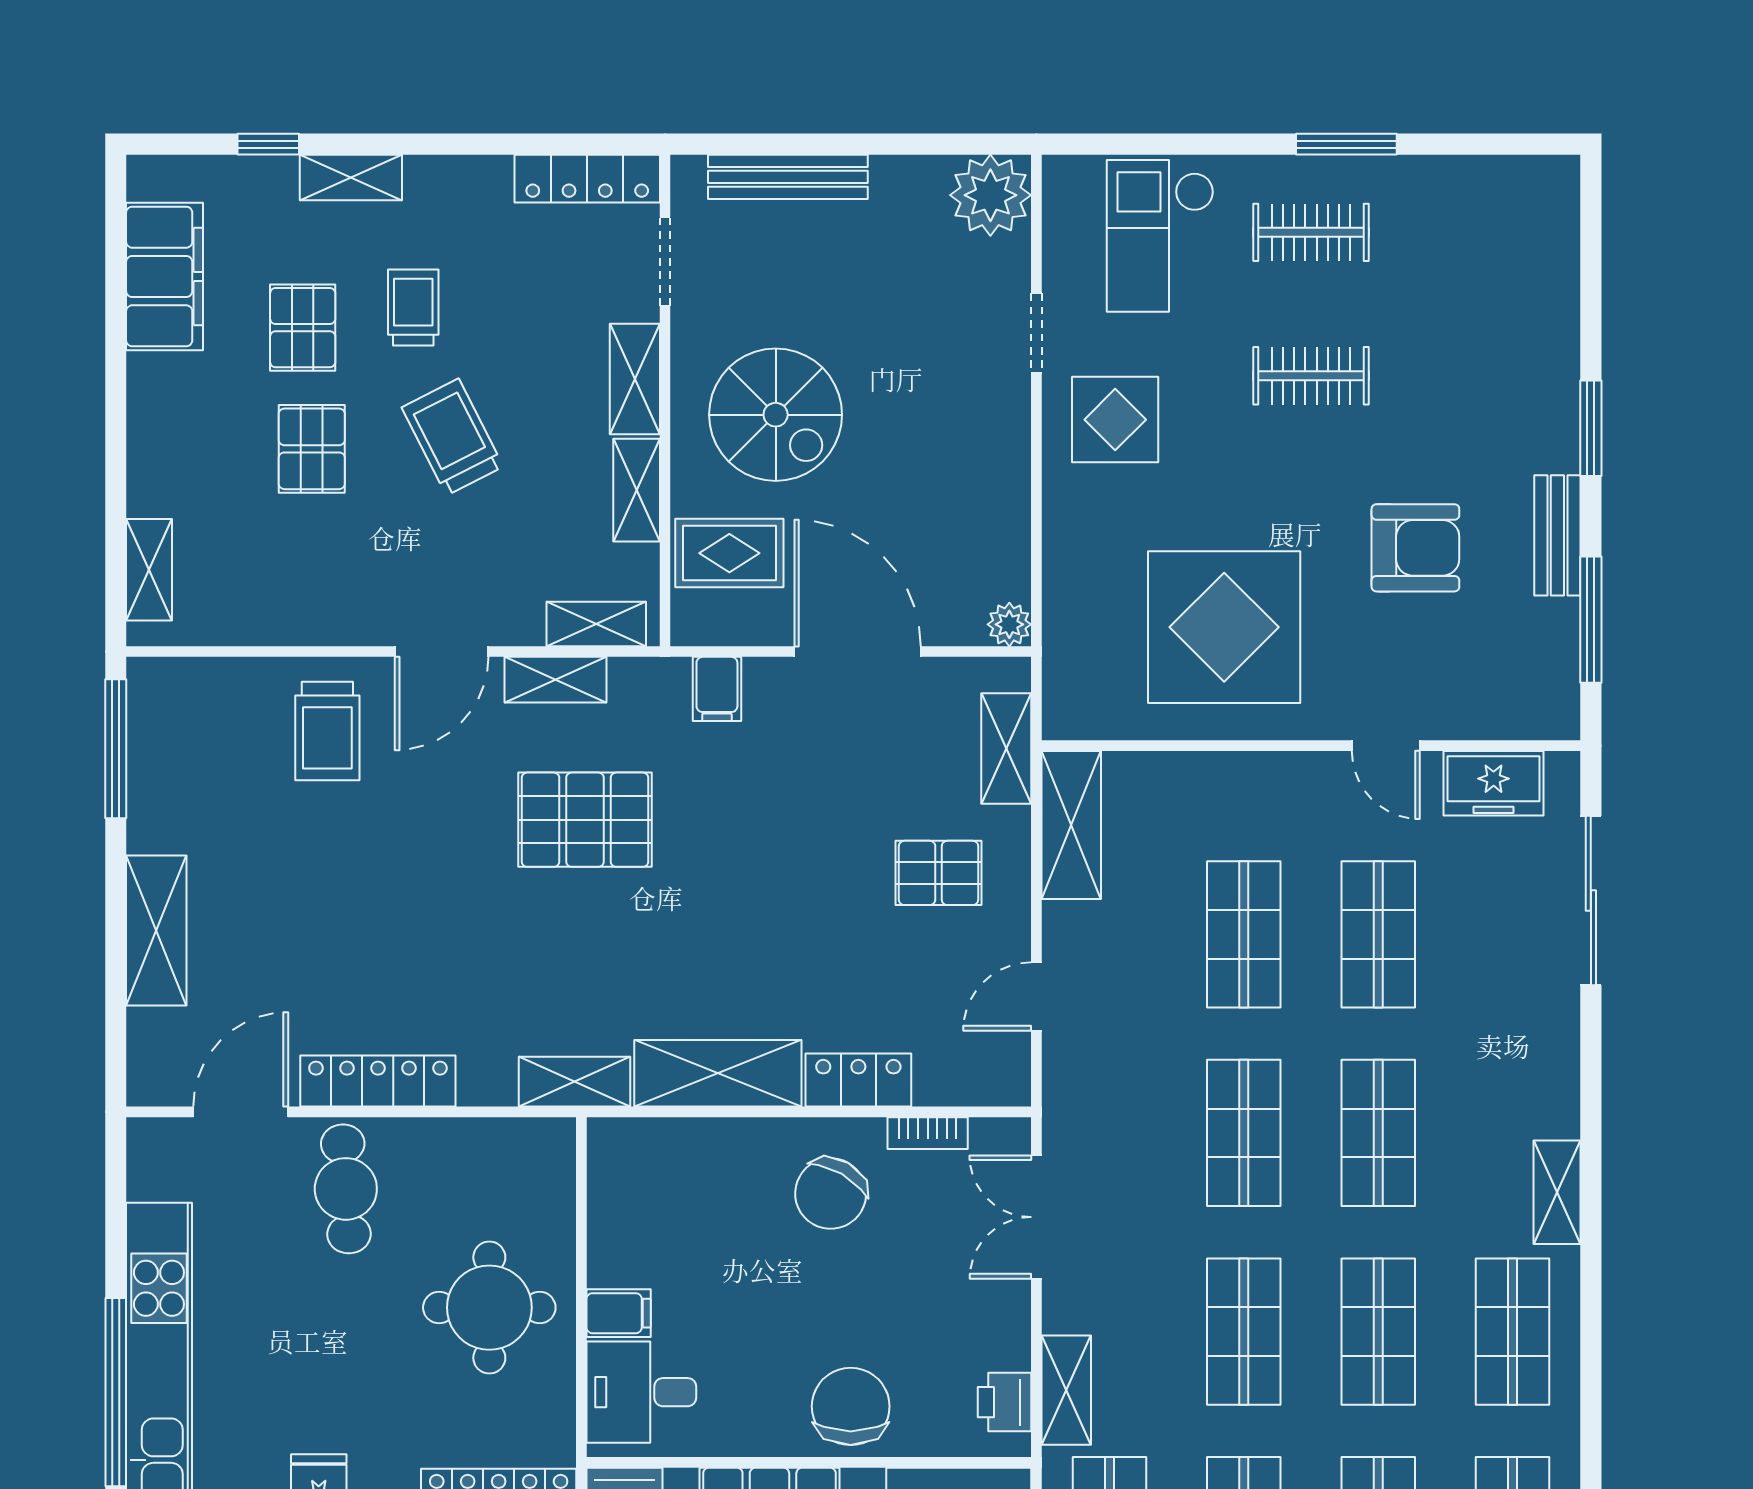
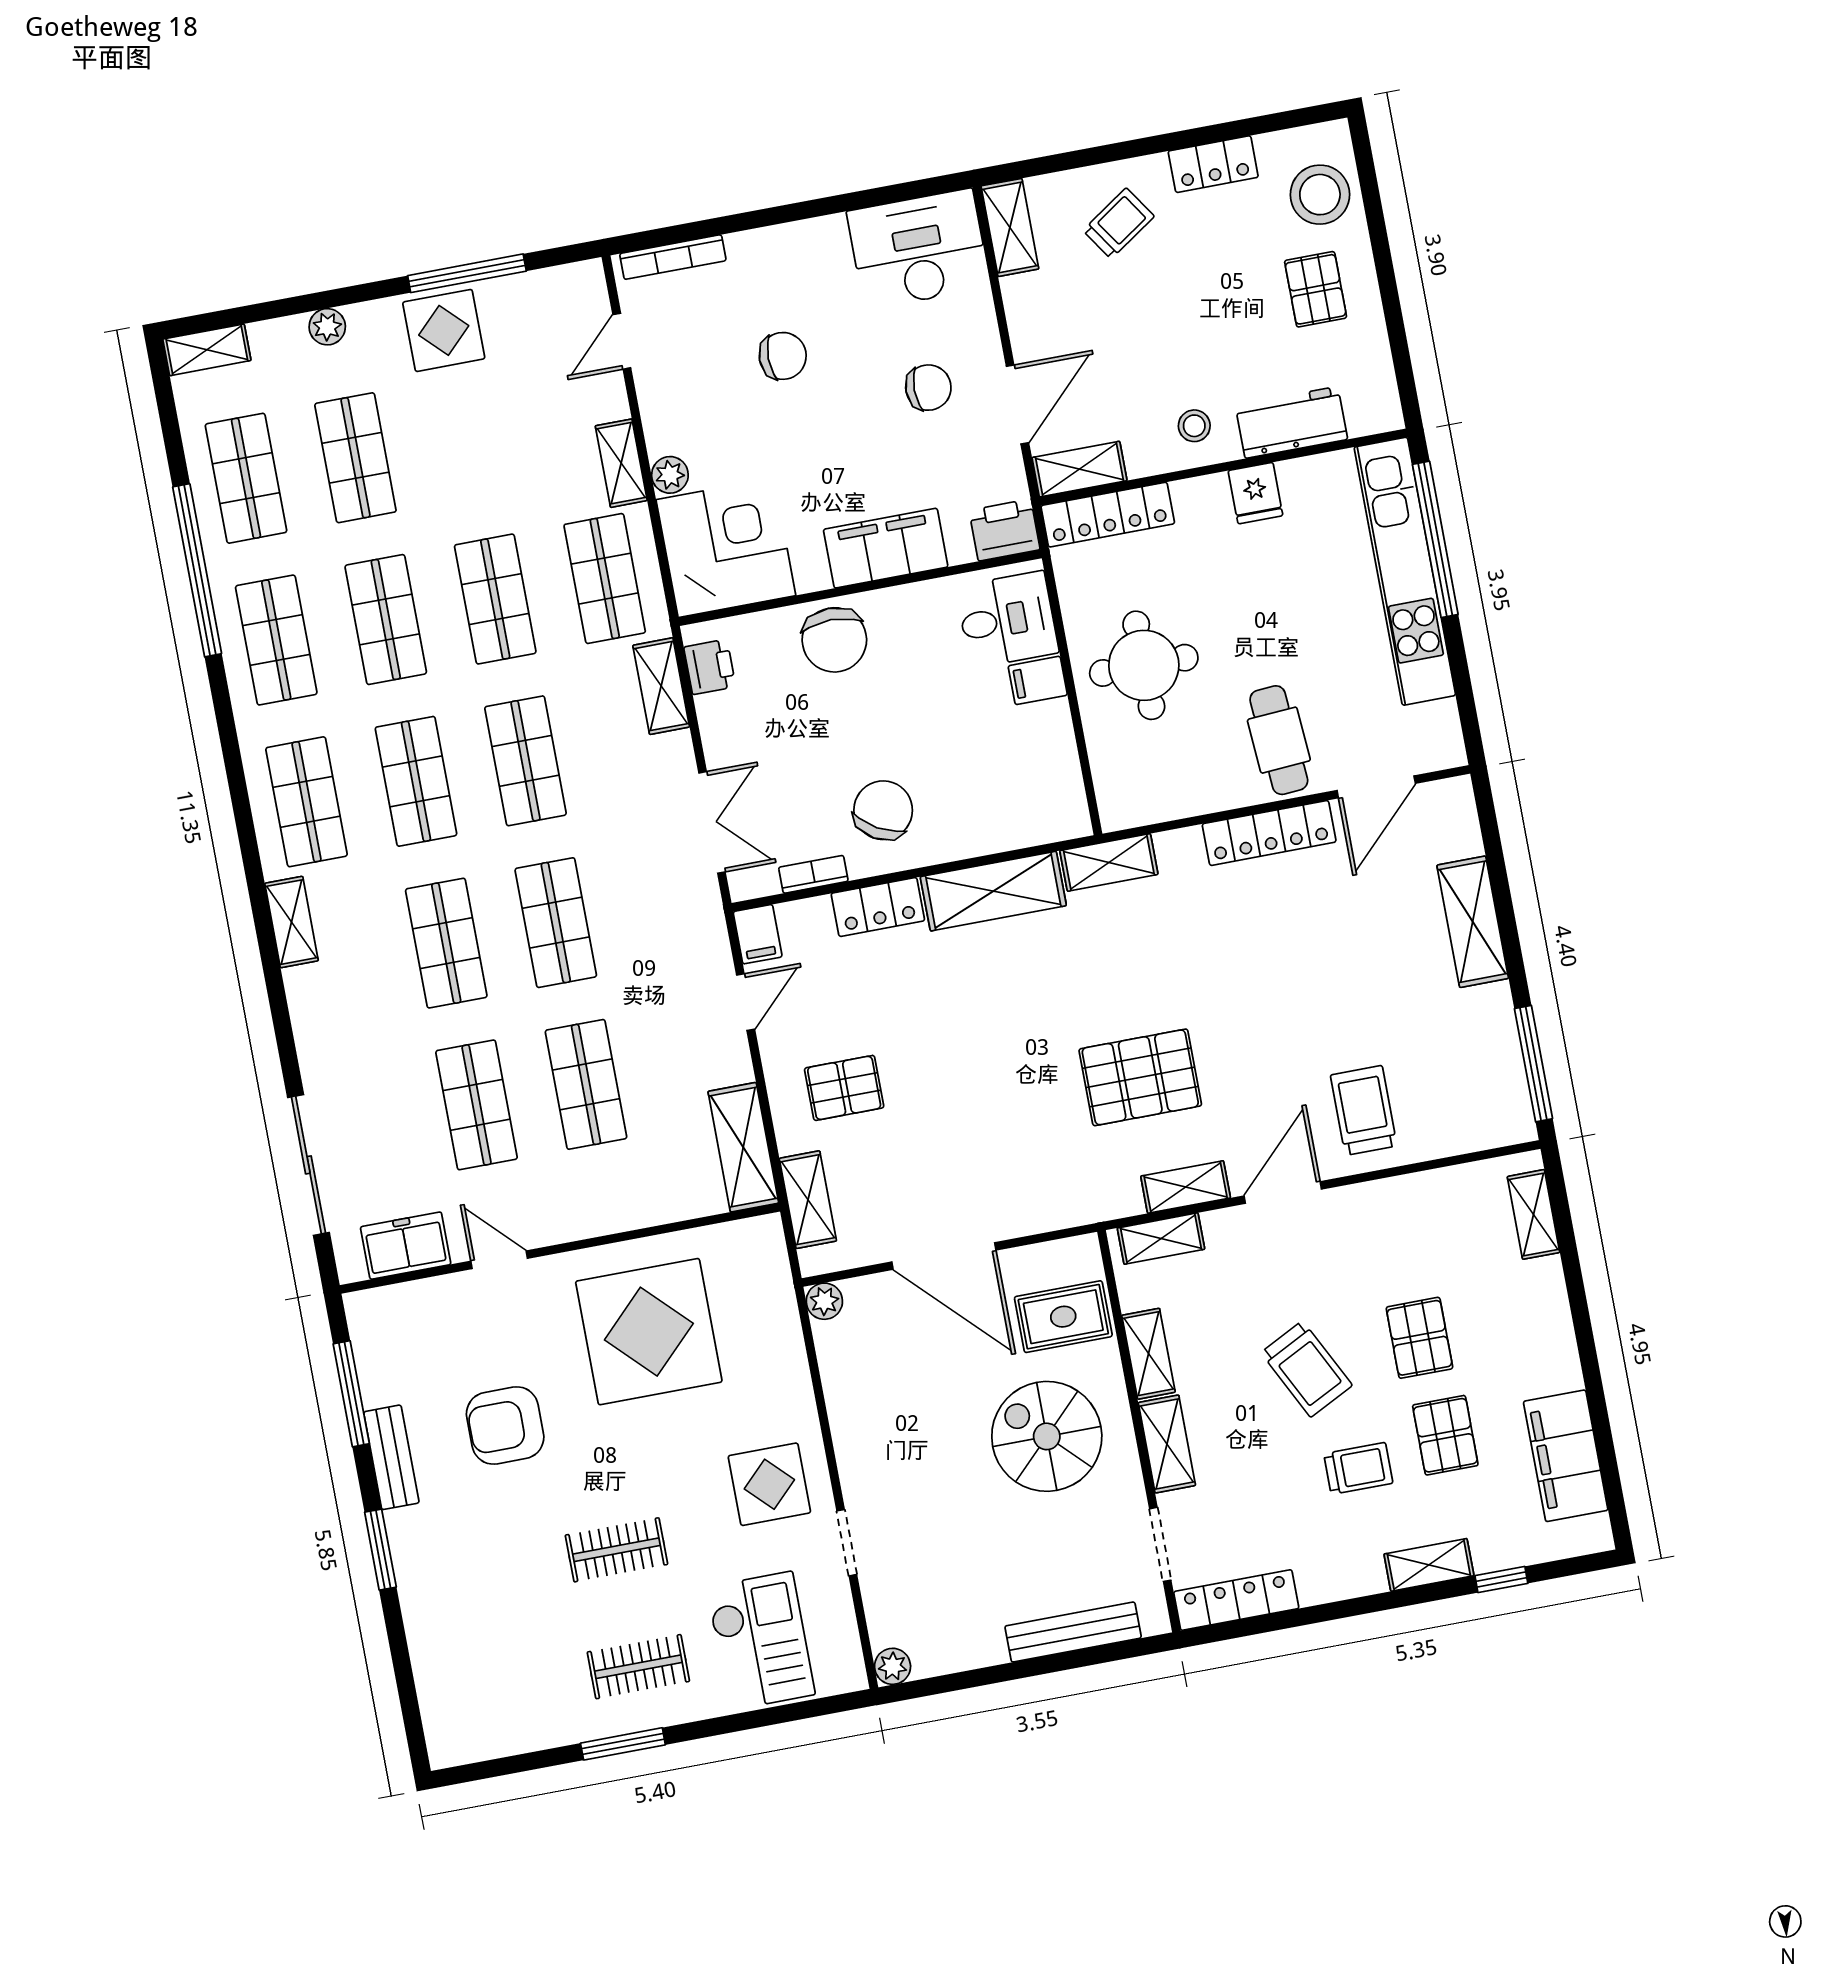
plant: (990, 195) -> (893, 1666), width x0.53, depth x0.53
trolley: (413, 308) -> (1358, 1468), turned -90
filing cabinet: (717, 689) -> (758, 934), moved, turned 180

